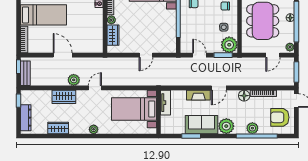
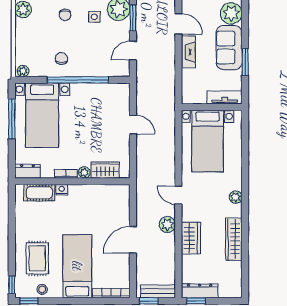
tv unit: (166, 103) -> (225, 97), moved
dresser: (26, 118) -> (200, 291), moved
wardrobe: (58, 128) -> (234, 239), width x1.50

